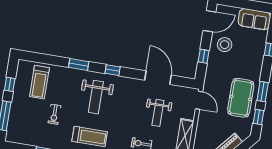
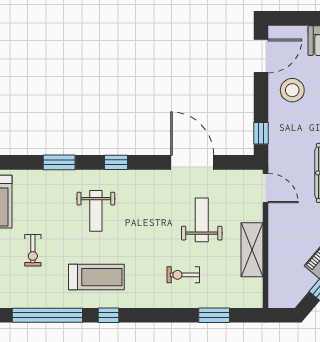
window: (204, 56) -> (261, 133), moved
weight bench: (96, 97) -> (96, 211), width x0.73, depth x0.75
weight bench: (158, 113) -> (202, 220), turned 180

